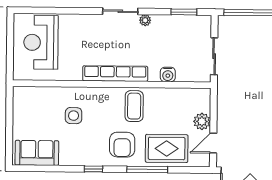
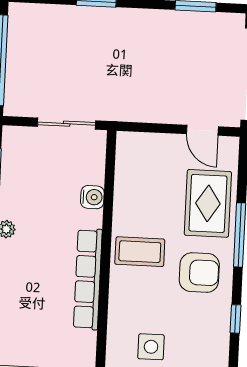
plant: (202, 121) -> (168, 147), removed

